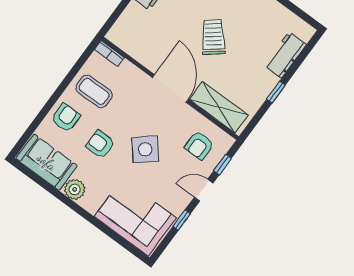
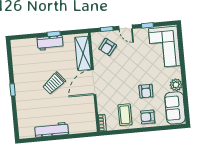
workbench: (285, 55) -> (50, 43), moved
armchair: (199, 145) -> (108, 47), turned 128
side table: (145, 149) -> (131, 69), removed

